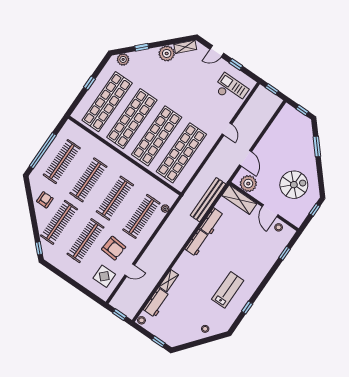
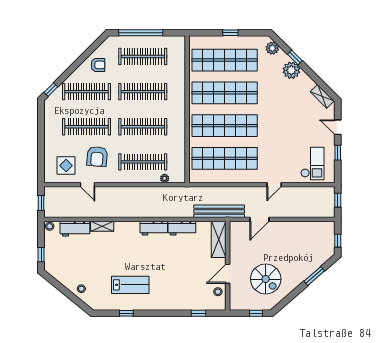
plant: (167, 53) -> (291, 70), moved
plant: (248, 184) -> (238, 237), removed
bench: (208, 200) -> (219, 211), moved

